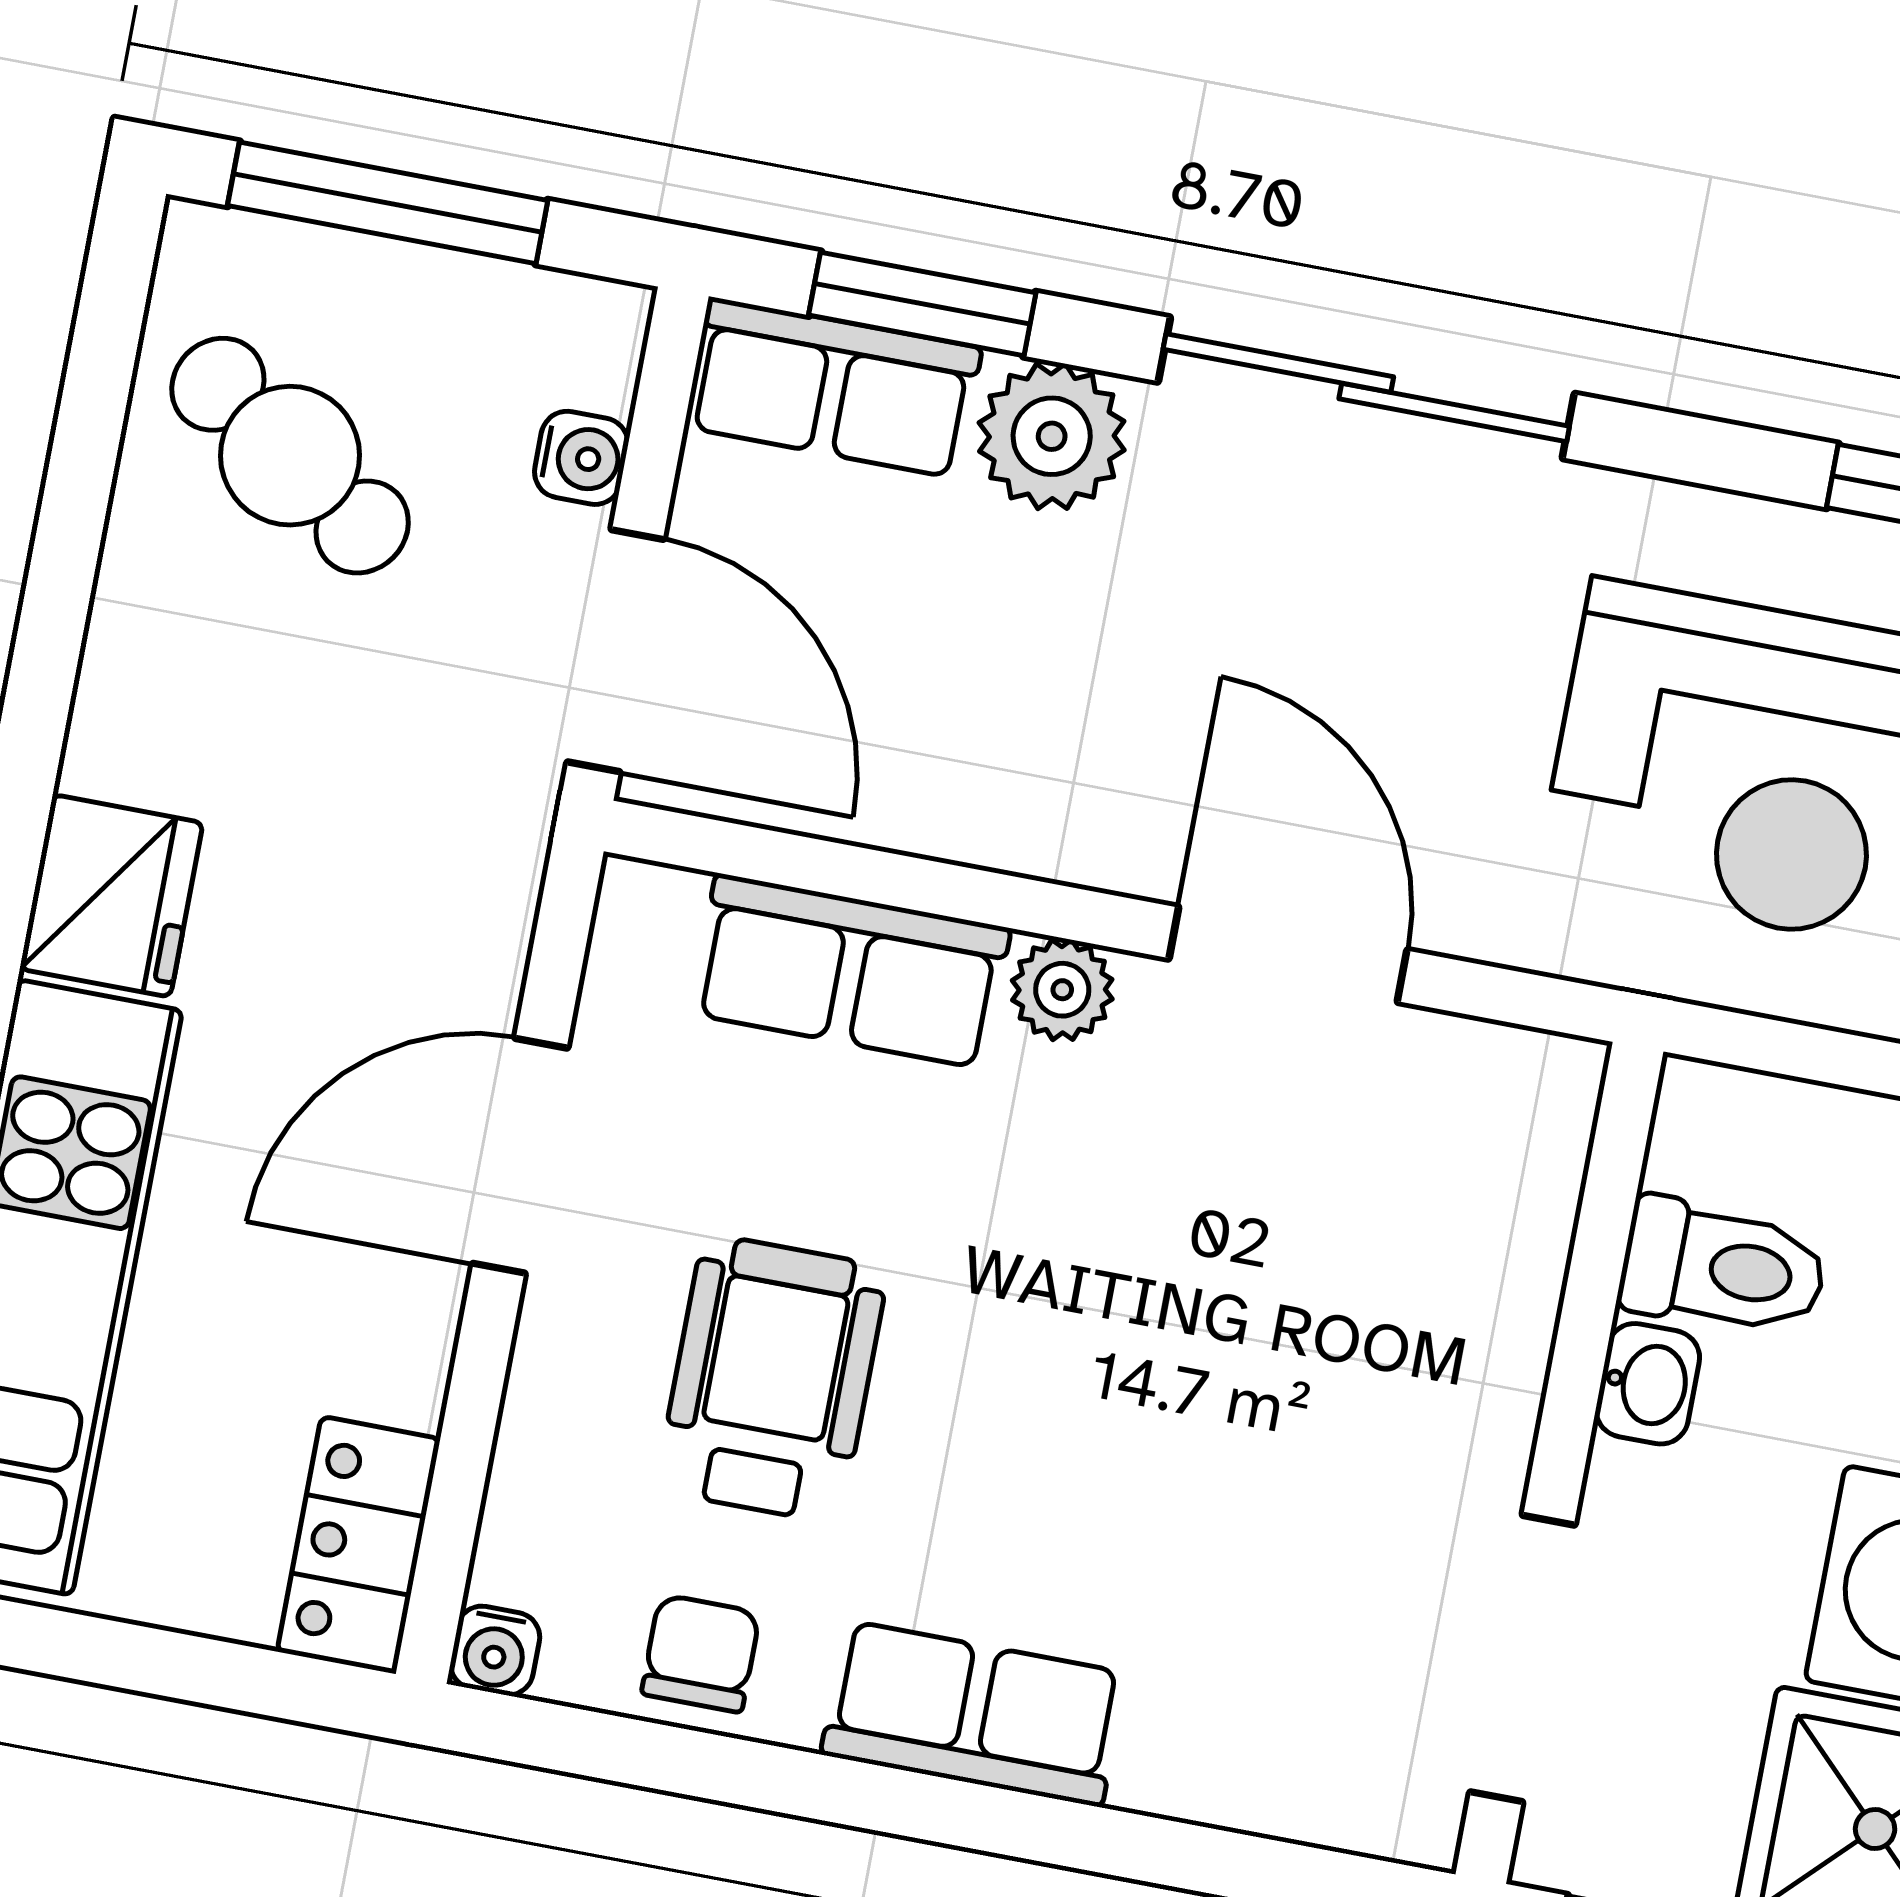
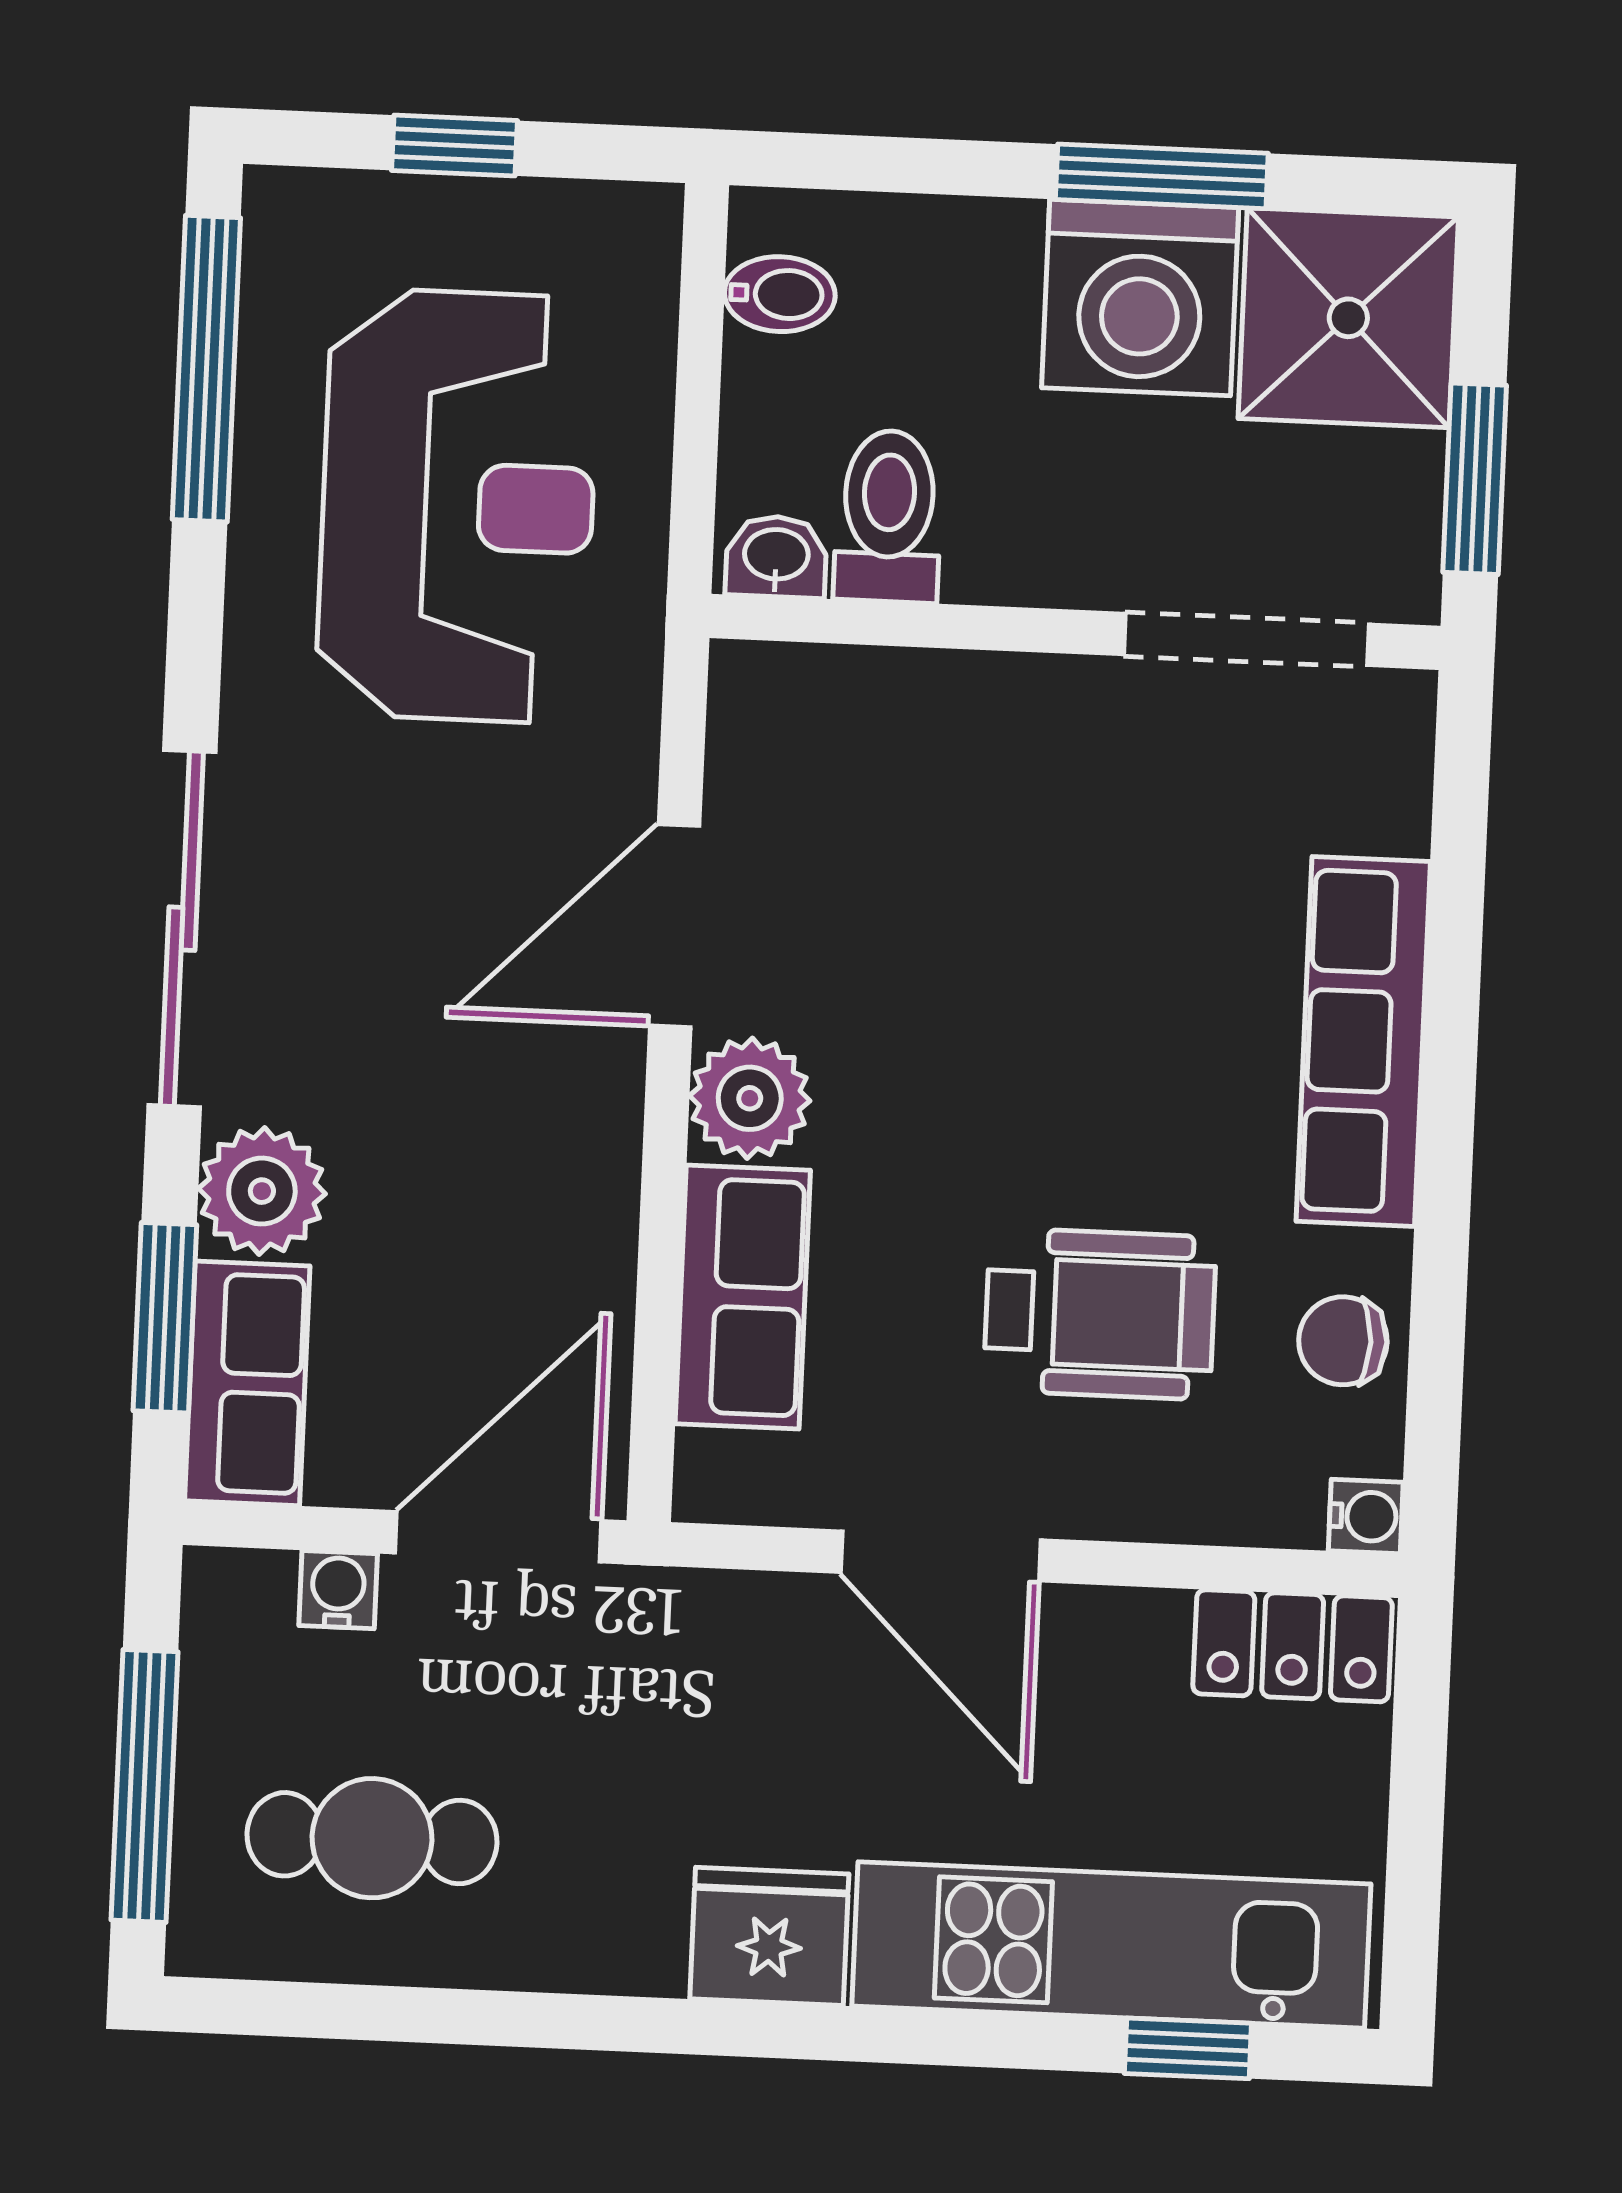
cafe table: (290, 456) -> (372, 1838), turned 56
plant: (1062, 990) -> (750, 1098), width x1.38, depth x1.38
wheelchair: (772, 1379) -> (1100, 1314), turned 180
washbasin: (1648, 1384) -> (776, 557), moved
row of seats: (974, 1714) -> (1363, 1041), width x1.48

